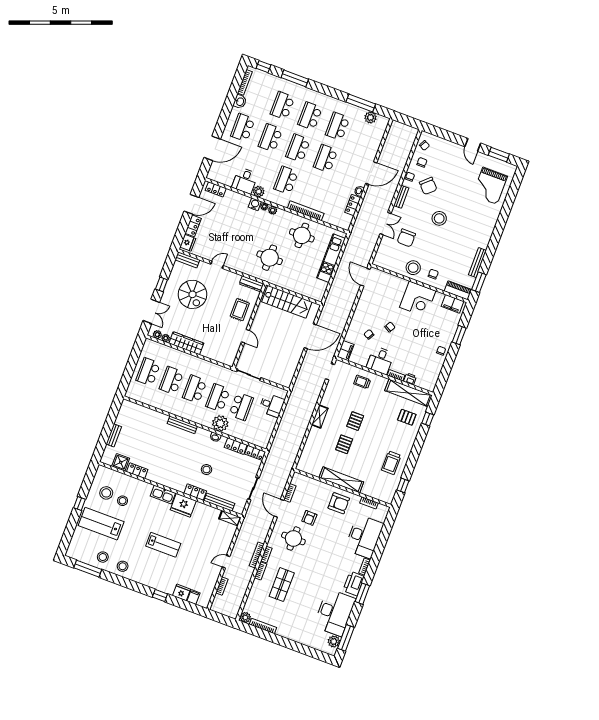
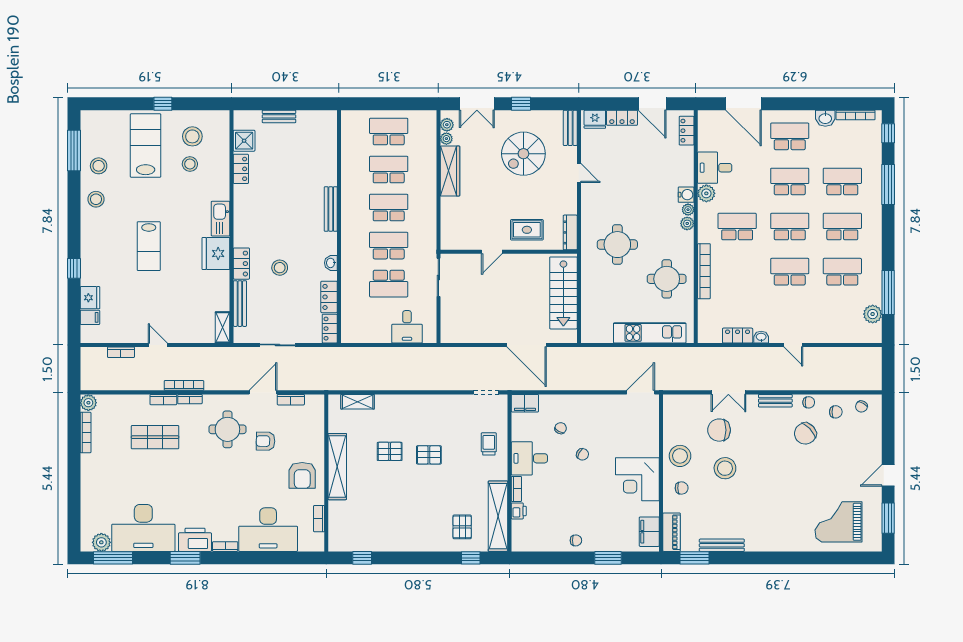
door: (371, 173) -> (793, 345), width x0.53
stool: (439, 218) -> (725, 468), moved
shelving: (320, 417) -> (358, 402), moved
plant: (220, 423) -> (353, 263), removed
trolley: (391, 463) -> (389, 529), removed

